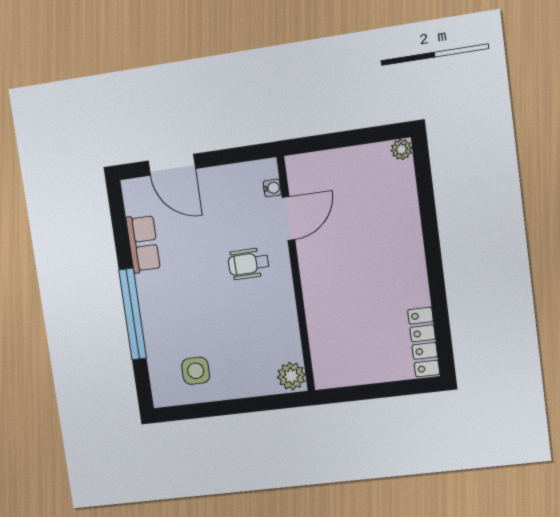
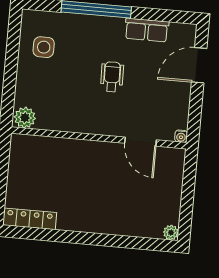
water cooler: (272, 188) -> (181, 136), moved
wheelchair: (249, 264) -> (112, 77), moved

